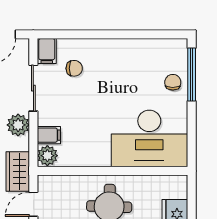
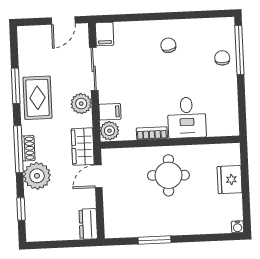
chair: (74, 68) -> (168, 45), moved, turned -101
desk: (149, 139) -> (187, 118), width x0.53, depth x0.77
bookcase: (93, 160) -> (152, 133), added

